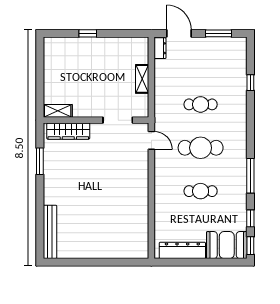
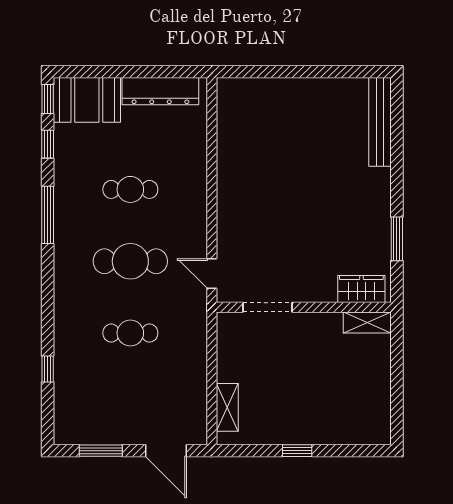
window: (88, 33) -> (297, 451), moved
dresser: (160, 48) -> (197, 426), removed
shelving: (142, 79) -> (227, 407), moved
wardrobe: (68, 131) -> (361, 289), width x0.67

